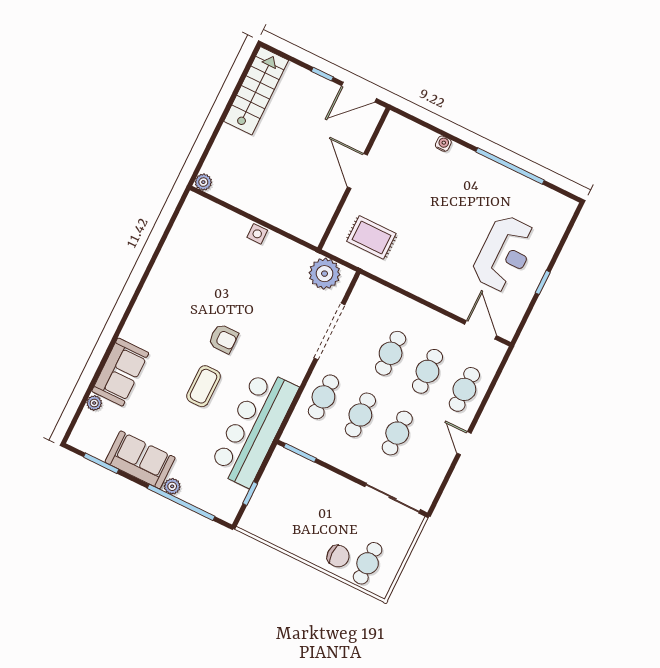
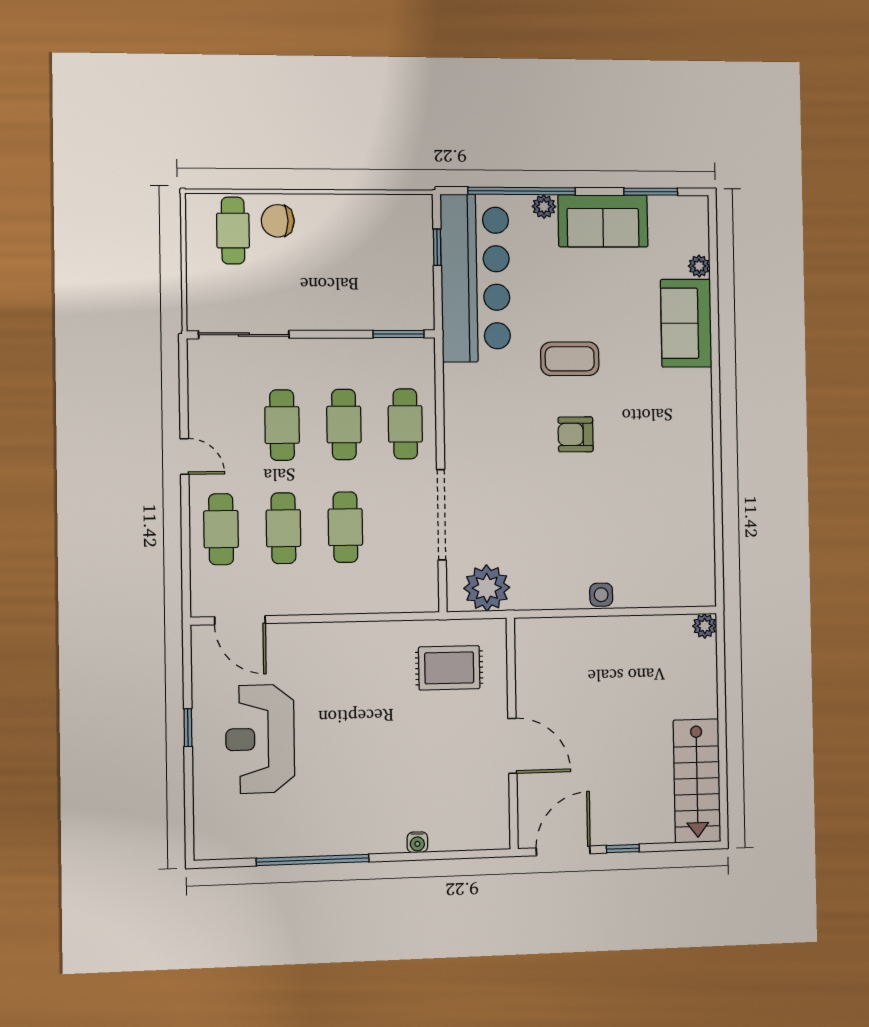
coffee table: (204, 386) -> (570, 359), turned 90
bar counter: (254, 428) -> (475, 278), moved

